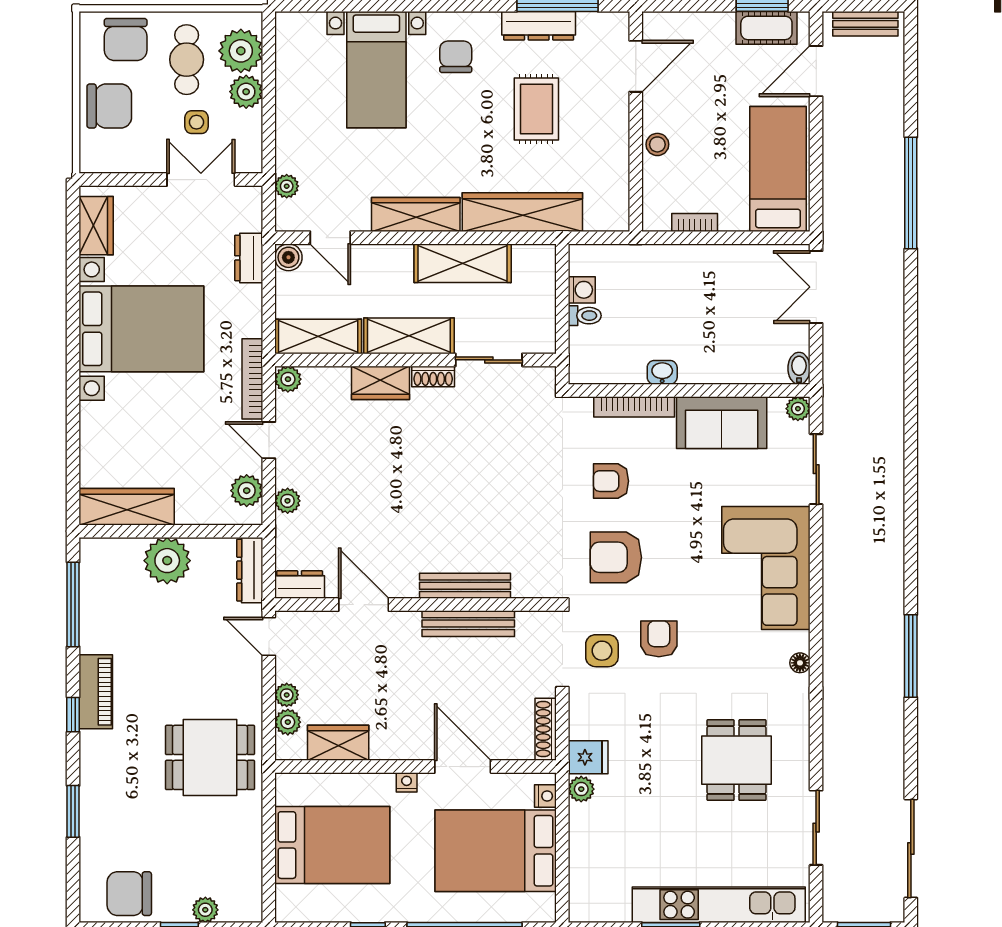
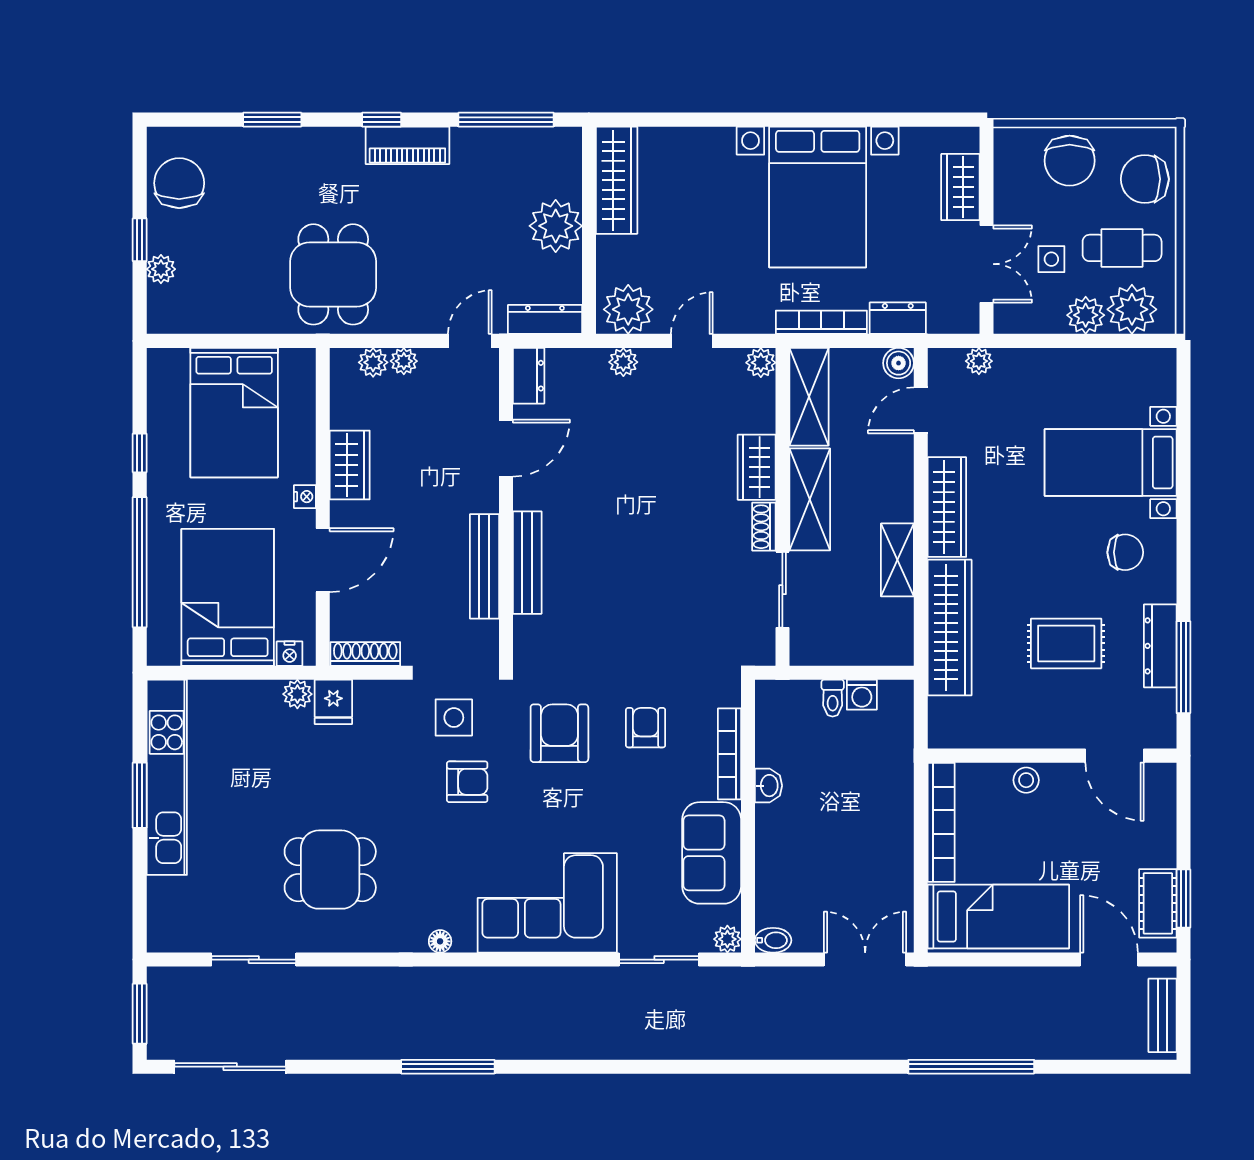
bookcase: (695, 222) -> (941, 822), width x2.31, depth x1.31
wardrobe: (96, 226) -> (960, 187), moved, turned 90
shelving: (463, 263) -> (897, 560), width x0.67, depth x0.75
bookcase: (252, 379) -> (821, 322), moved
plant: (247, 491) -> (628, 309), width x1.36, depth x1.36
wardrobe: (338, 743) -> (350, 465), moved
kitchen unit: (719, 905) -> (167, 777), moved

